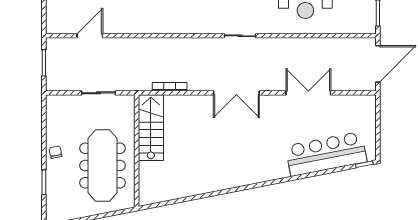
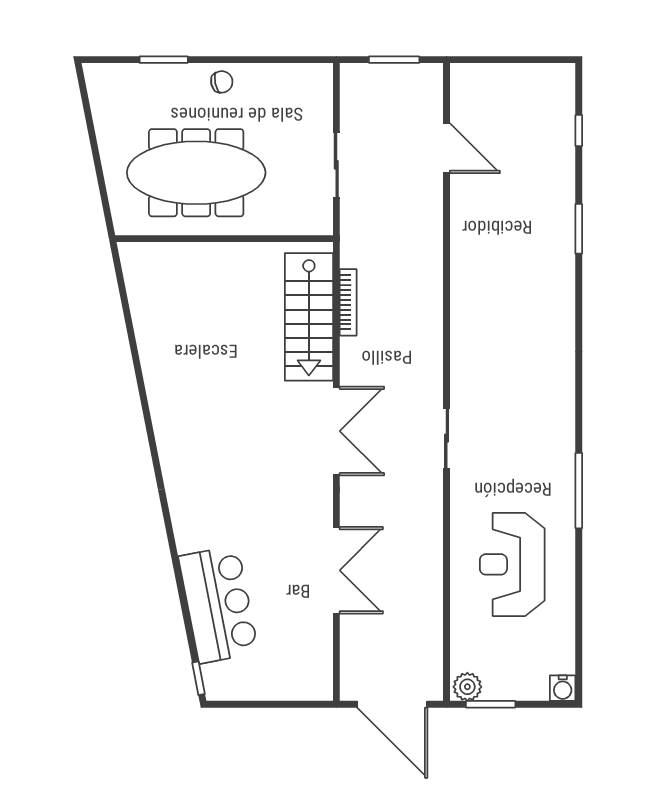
plant: (369, 25) -> (467, 687), added
double door: (236, 93) -> (336, 431), swing flipped
stairs: (151, 128) -> (309, 317), moved, turned 90
bar counter: (326, 154) -> (218, 604), width x0.73

